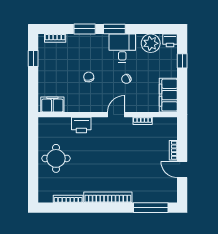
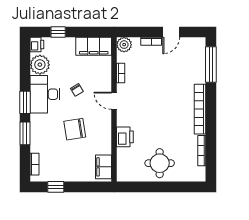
desk: (122, 48) -> (45, 94), width x1.37
chair: (89, 77) -> (75, 129), width x1.87, depth x1.87
plant: (170, 124) -> (124, 45), added

